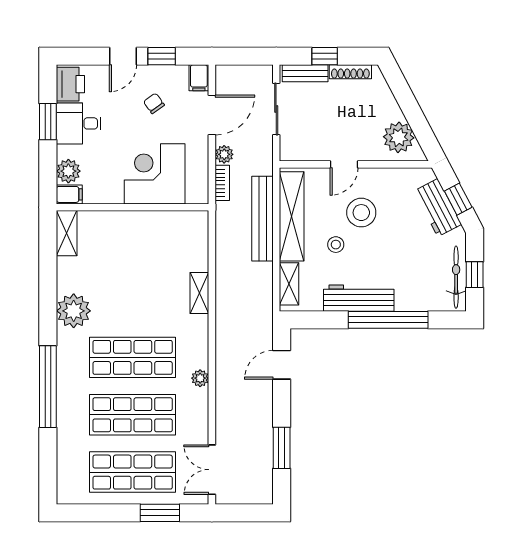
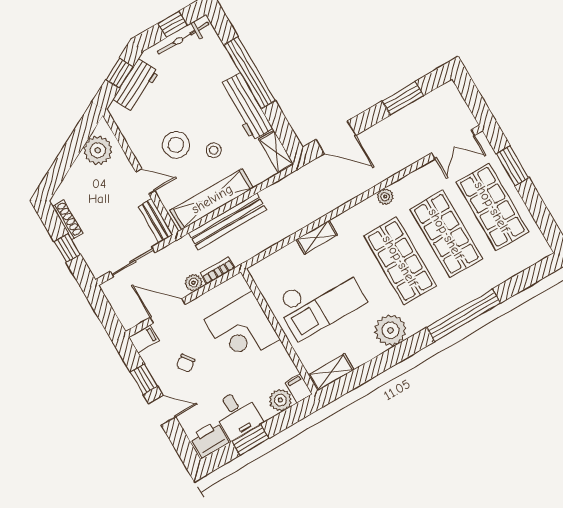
bench: (305, 73) -> (155, 221), moved
checkout: (139, 262) -> (320, 301), added
shelving: (289, 284) -> (276, 152), moved, turned 90
door: (282, 365) -> (336, 137), width x1.38

